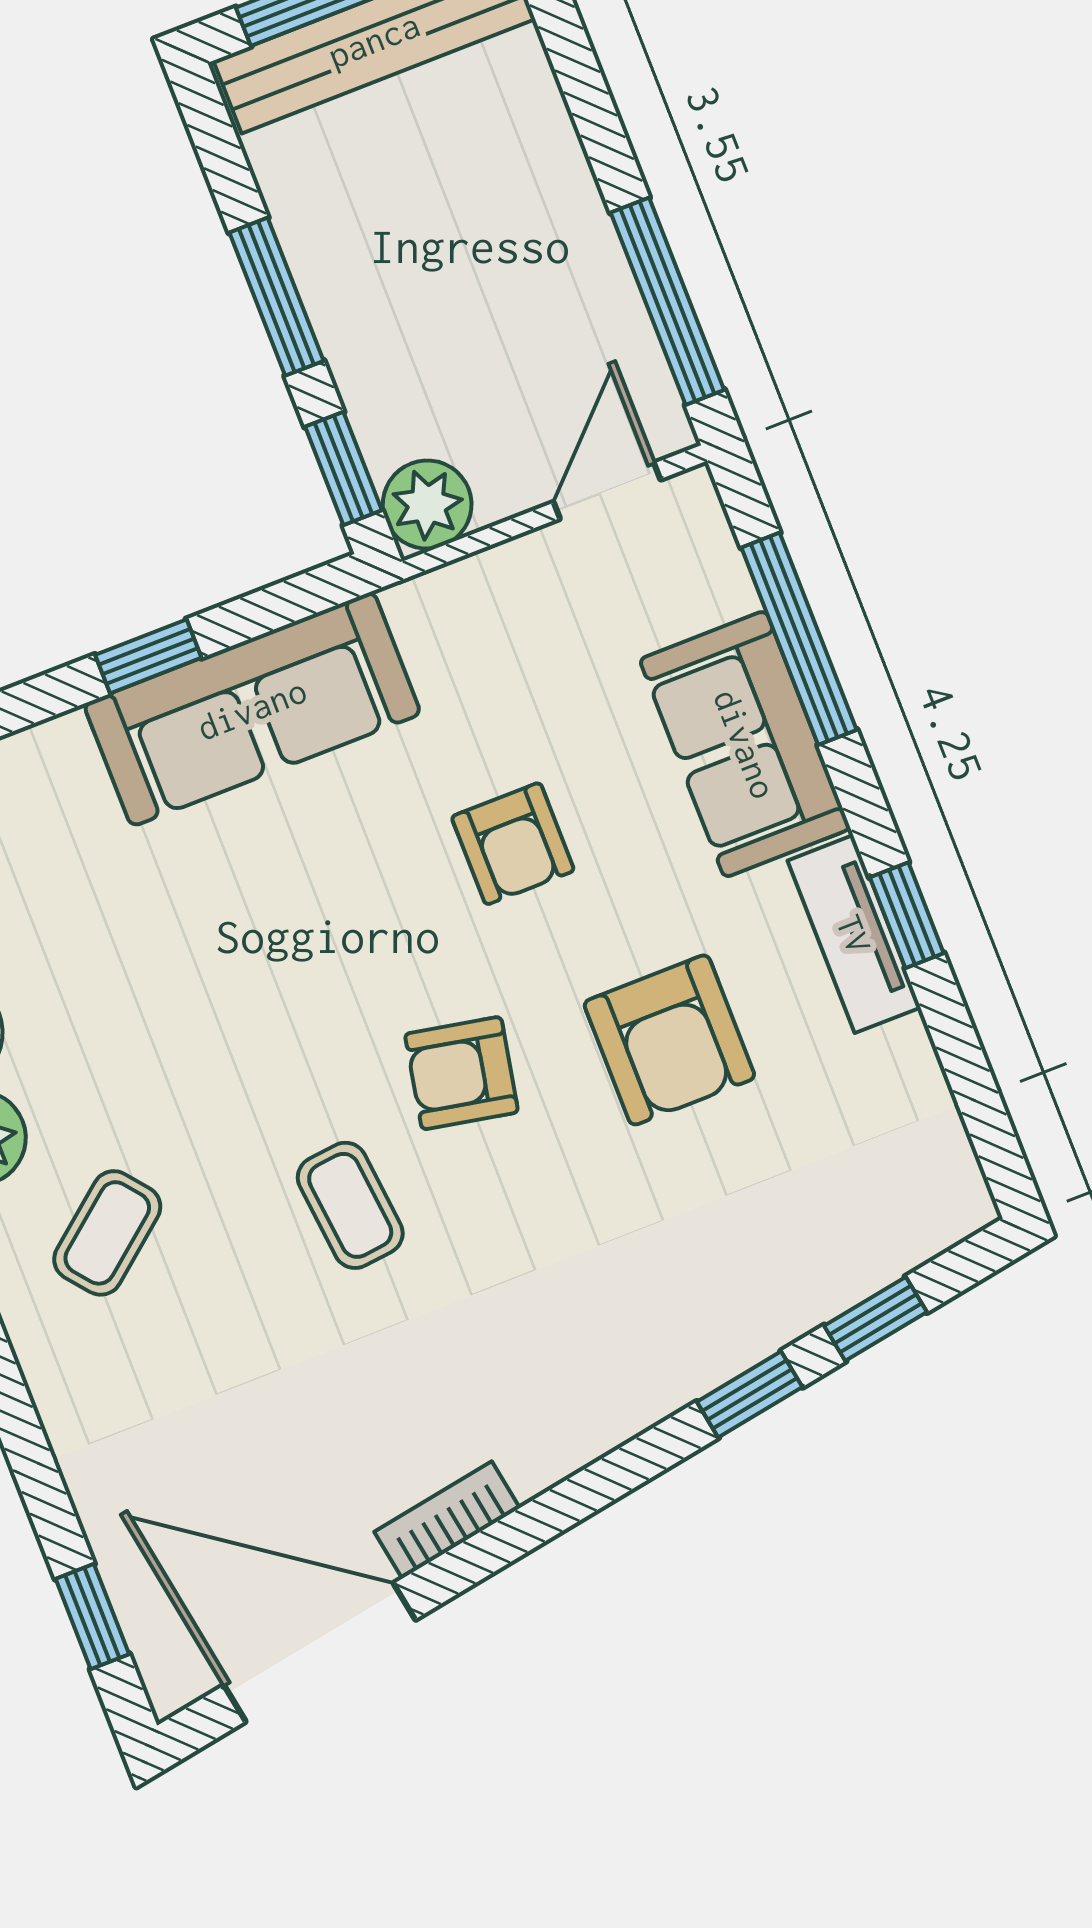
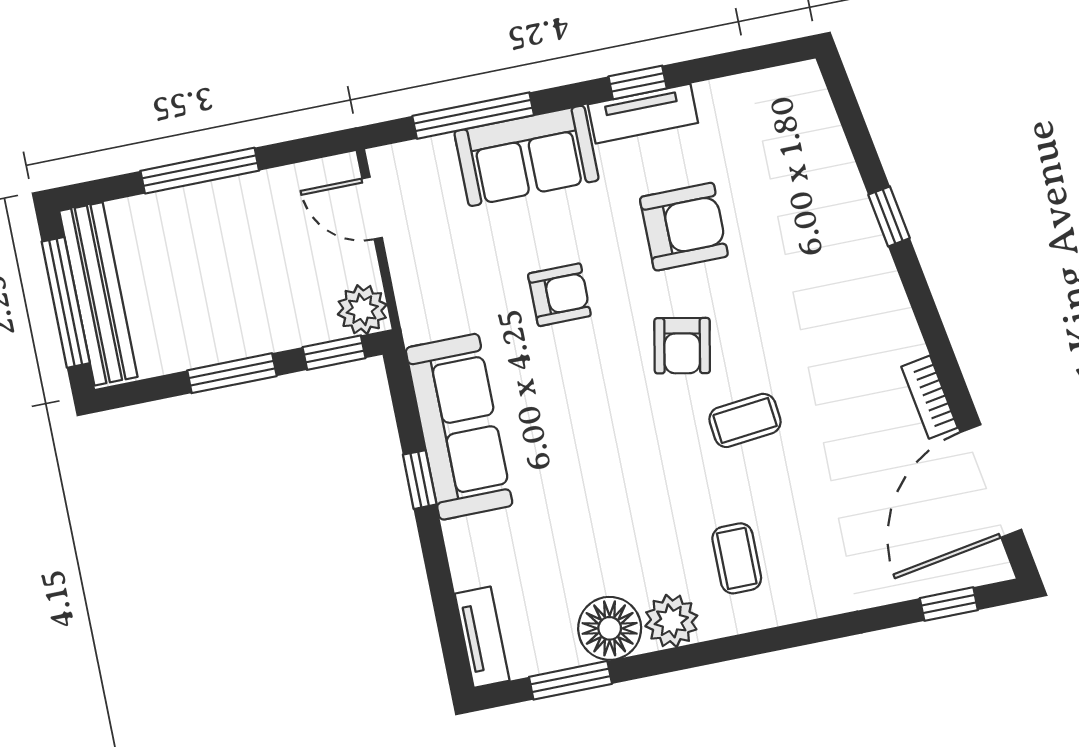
window: (667, 301) -> (200, 171), moved
coffee table: (107, 1233) -> (737, 558), turned 39
window: (875, 1319) -> (859, 139), removed

